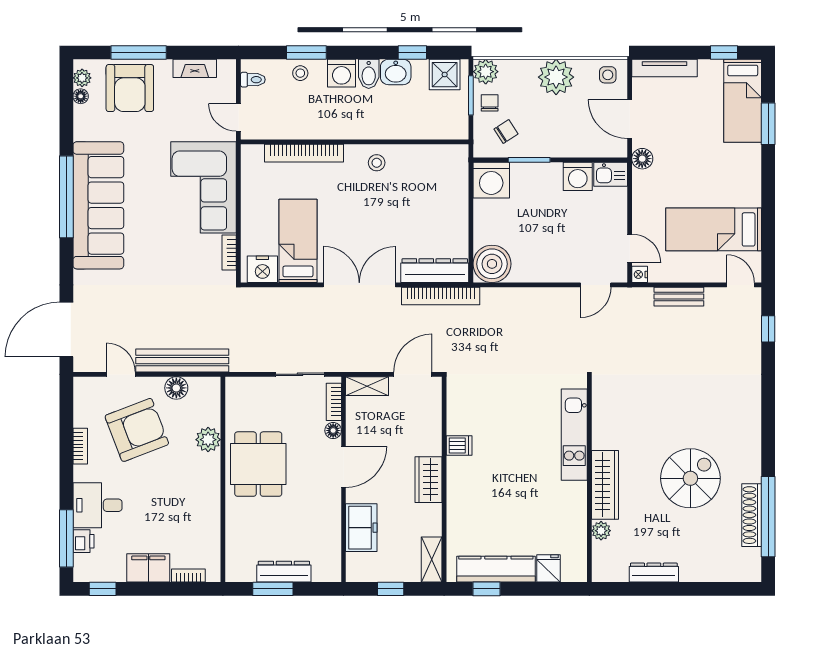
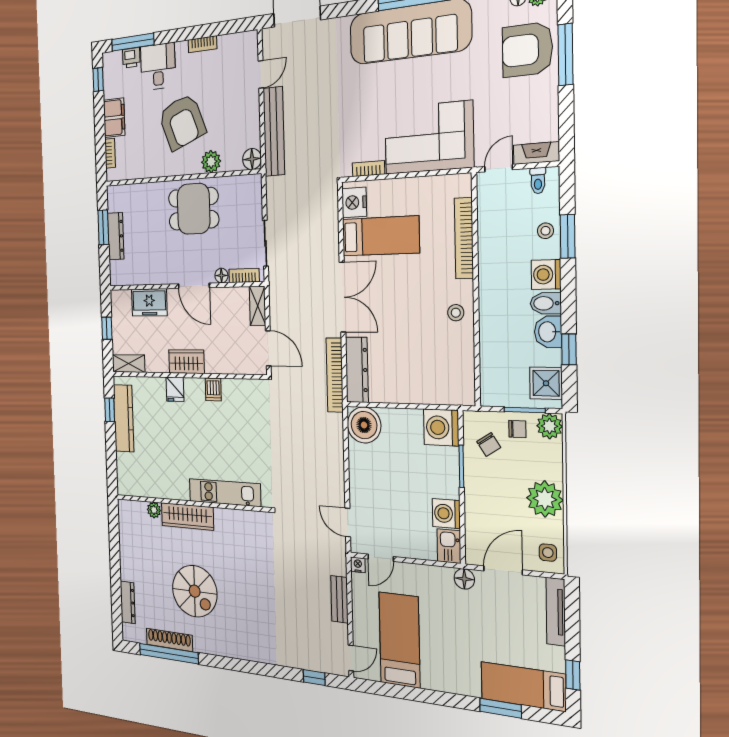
fireplace: (195, 68) -> (536, 153), moved, turned 90
floor lamp: (176, 388) -> (252, 159), moved
armchair: (137, 430) -> (182, 122), moved
fridge: (548, 568) -> (175, 389), moved, turned 90
dresser: (654, 573) -> (128, 602), moved

